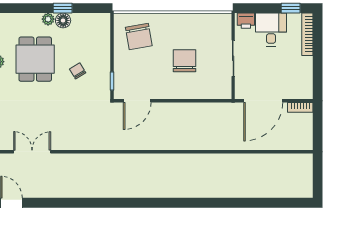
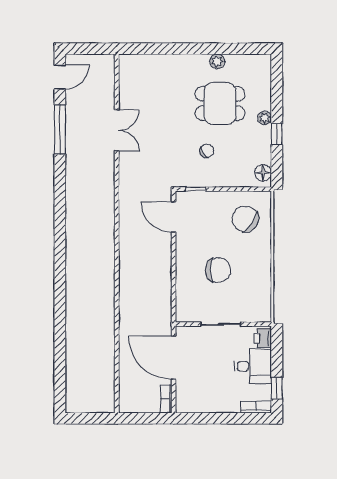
floor lamp: (63, 20) -> (263, 173), moved
bookcase: (307, 34) -> (256, 407), width x0.64
chair: (139, 37) -> (245, 219), turned 44
double door: (32, 152) -> (117, 130), moved
window: (59, 203) -> (60, 129), added

